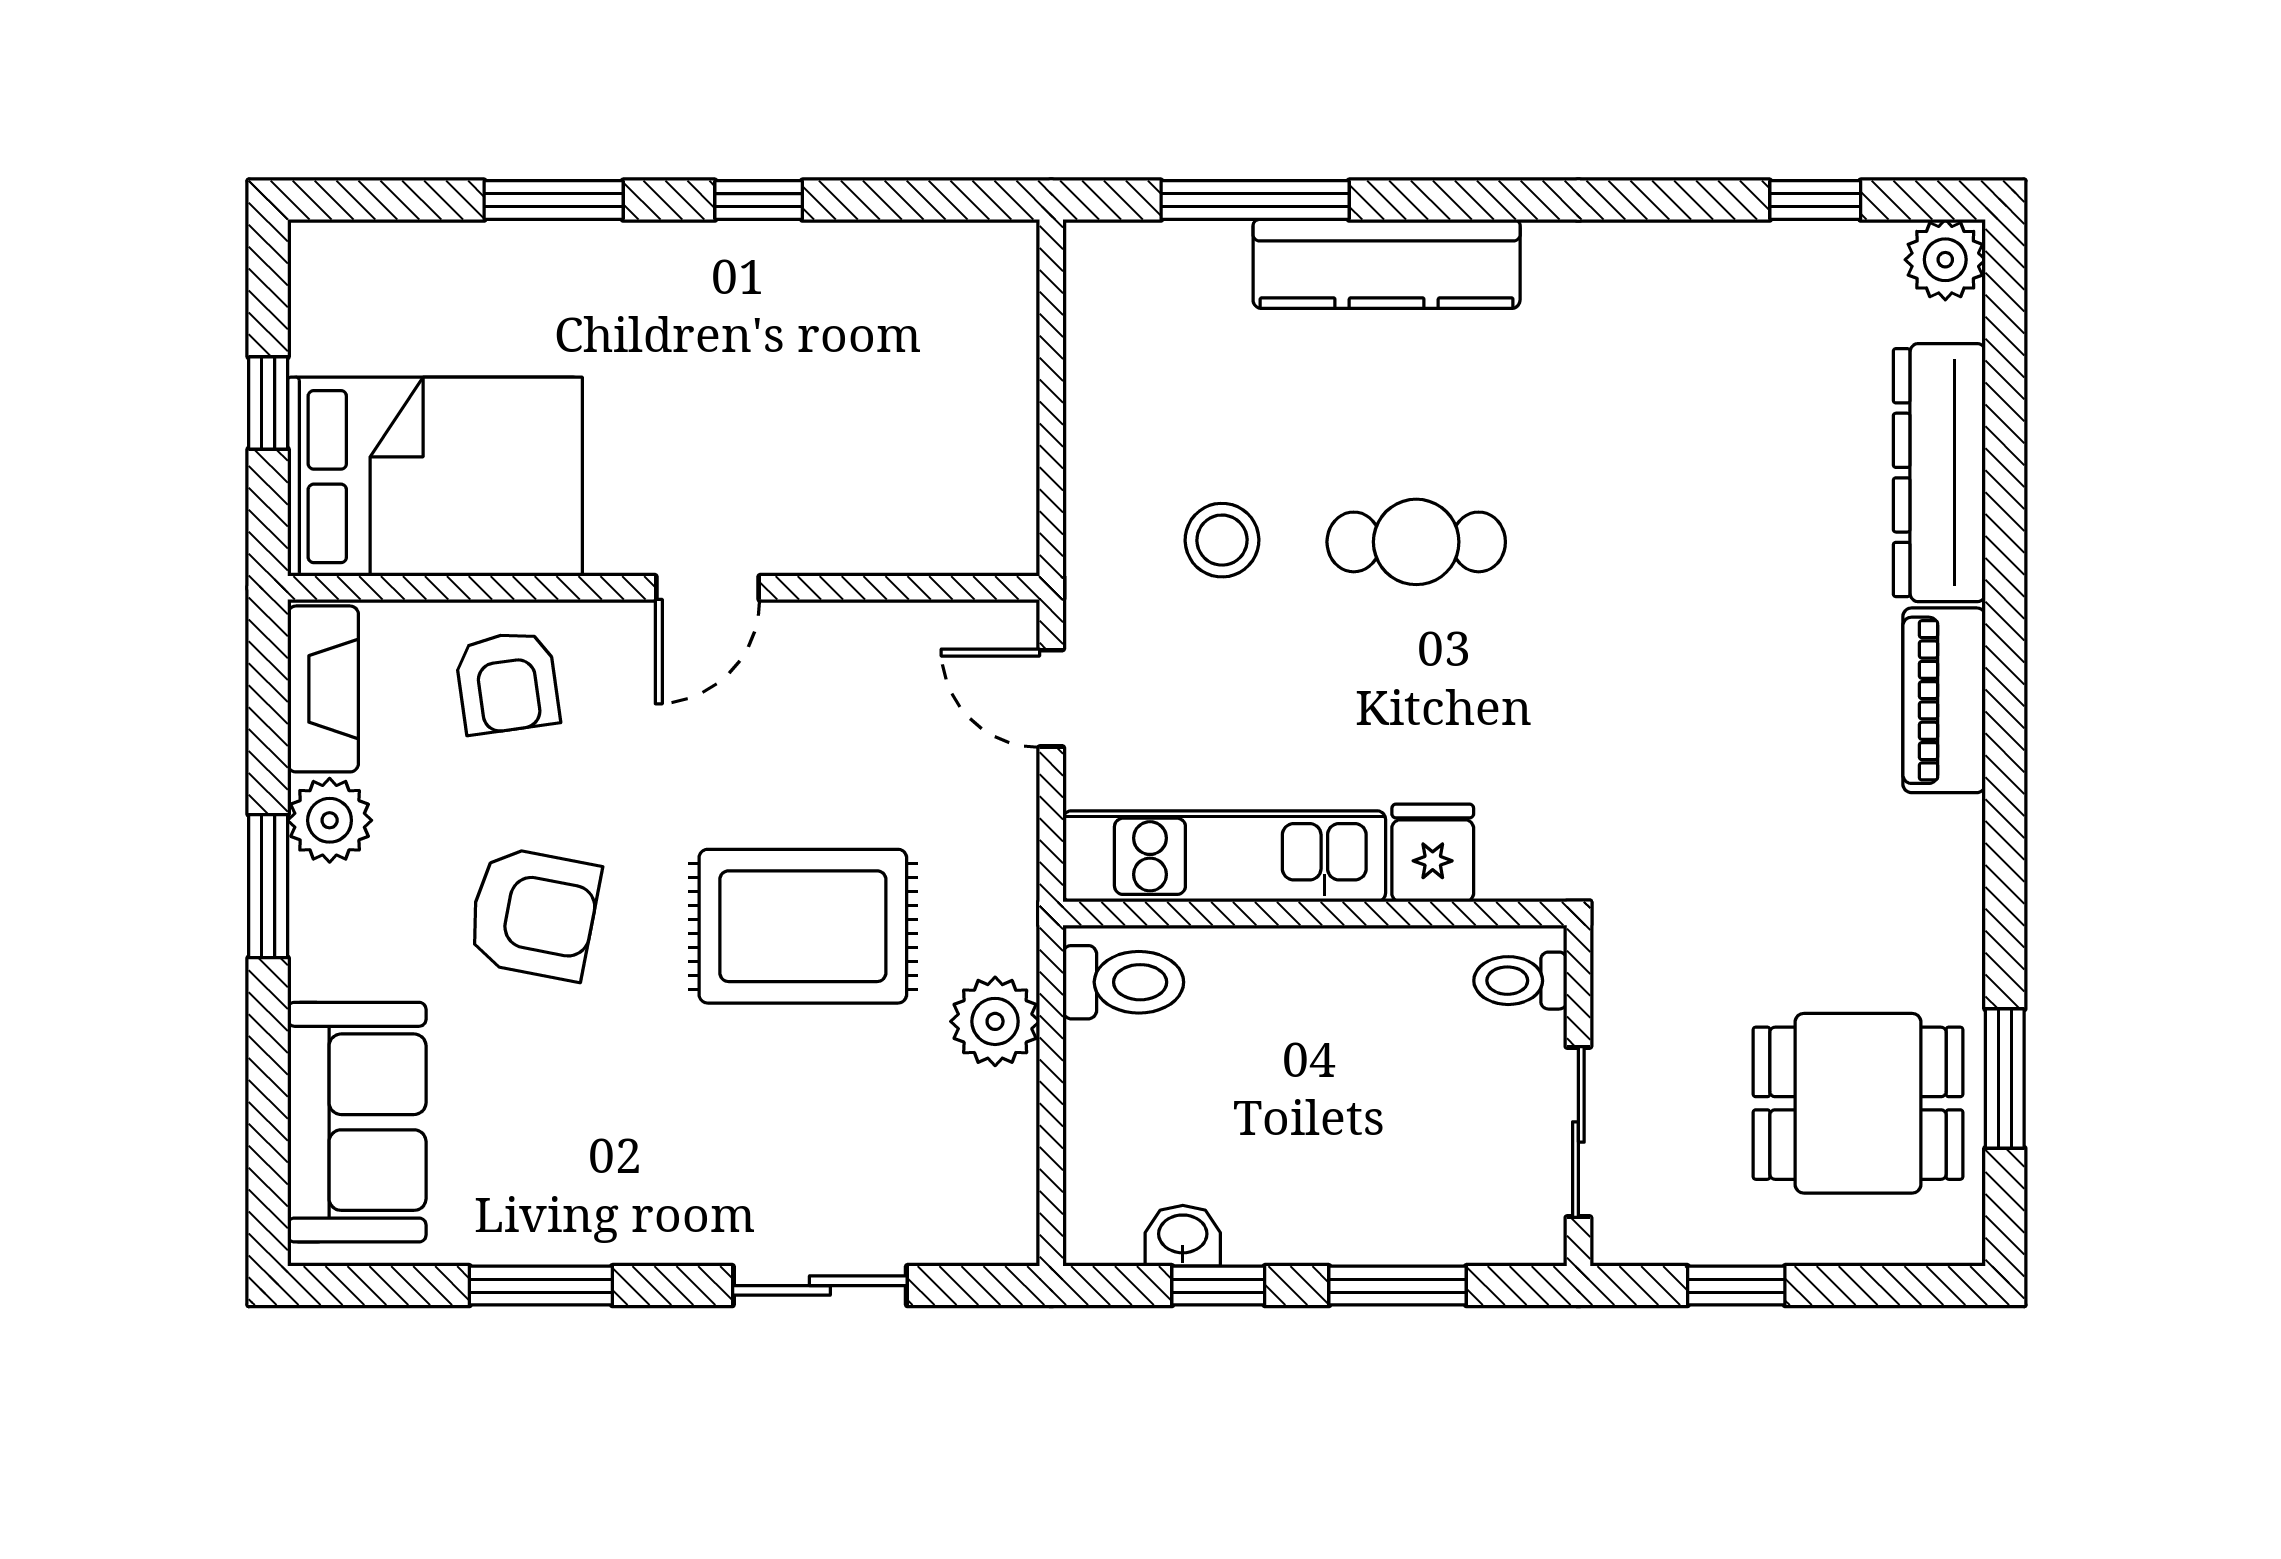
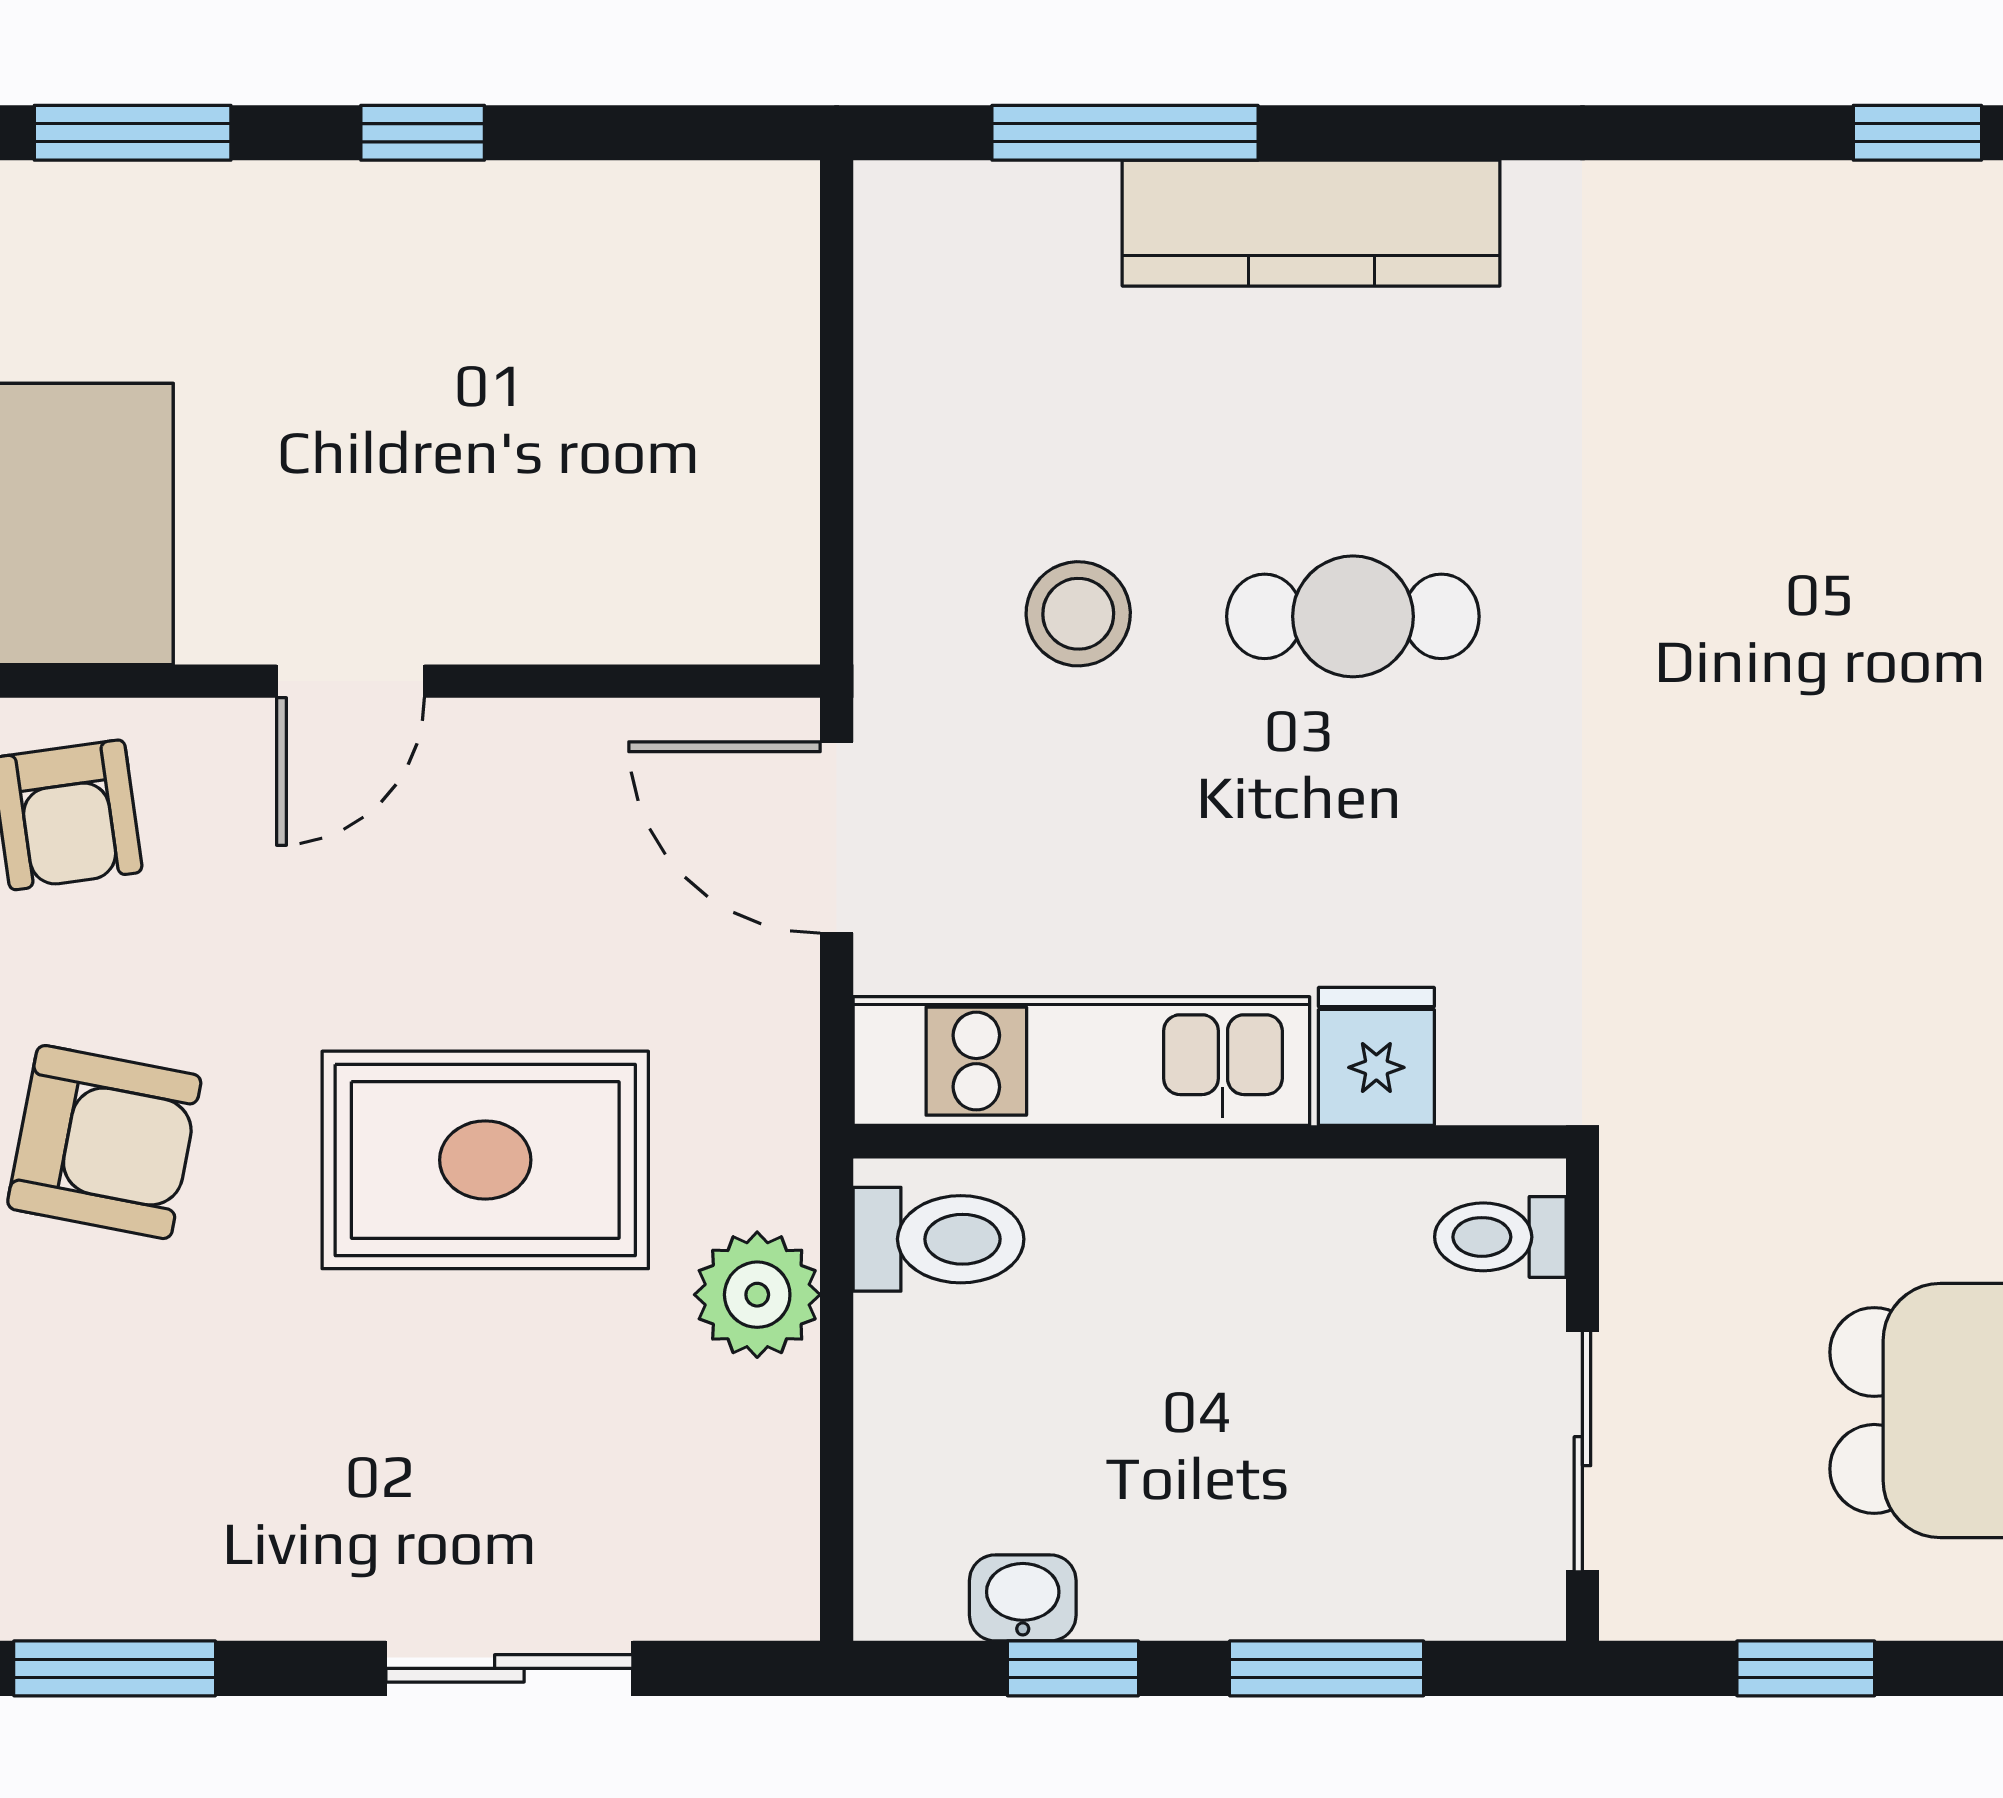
door: (1051, 698) -> (837, 837), width x1.38

